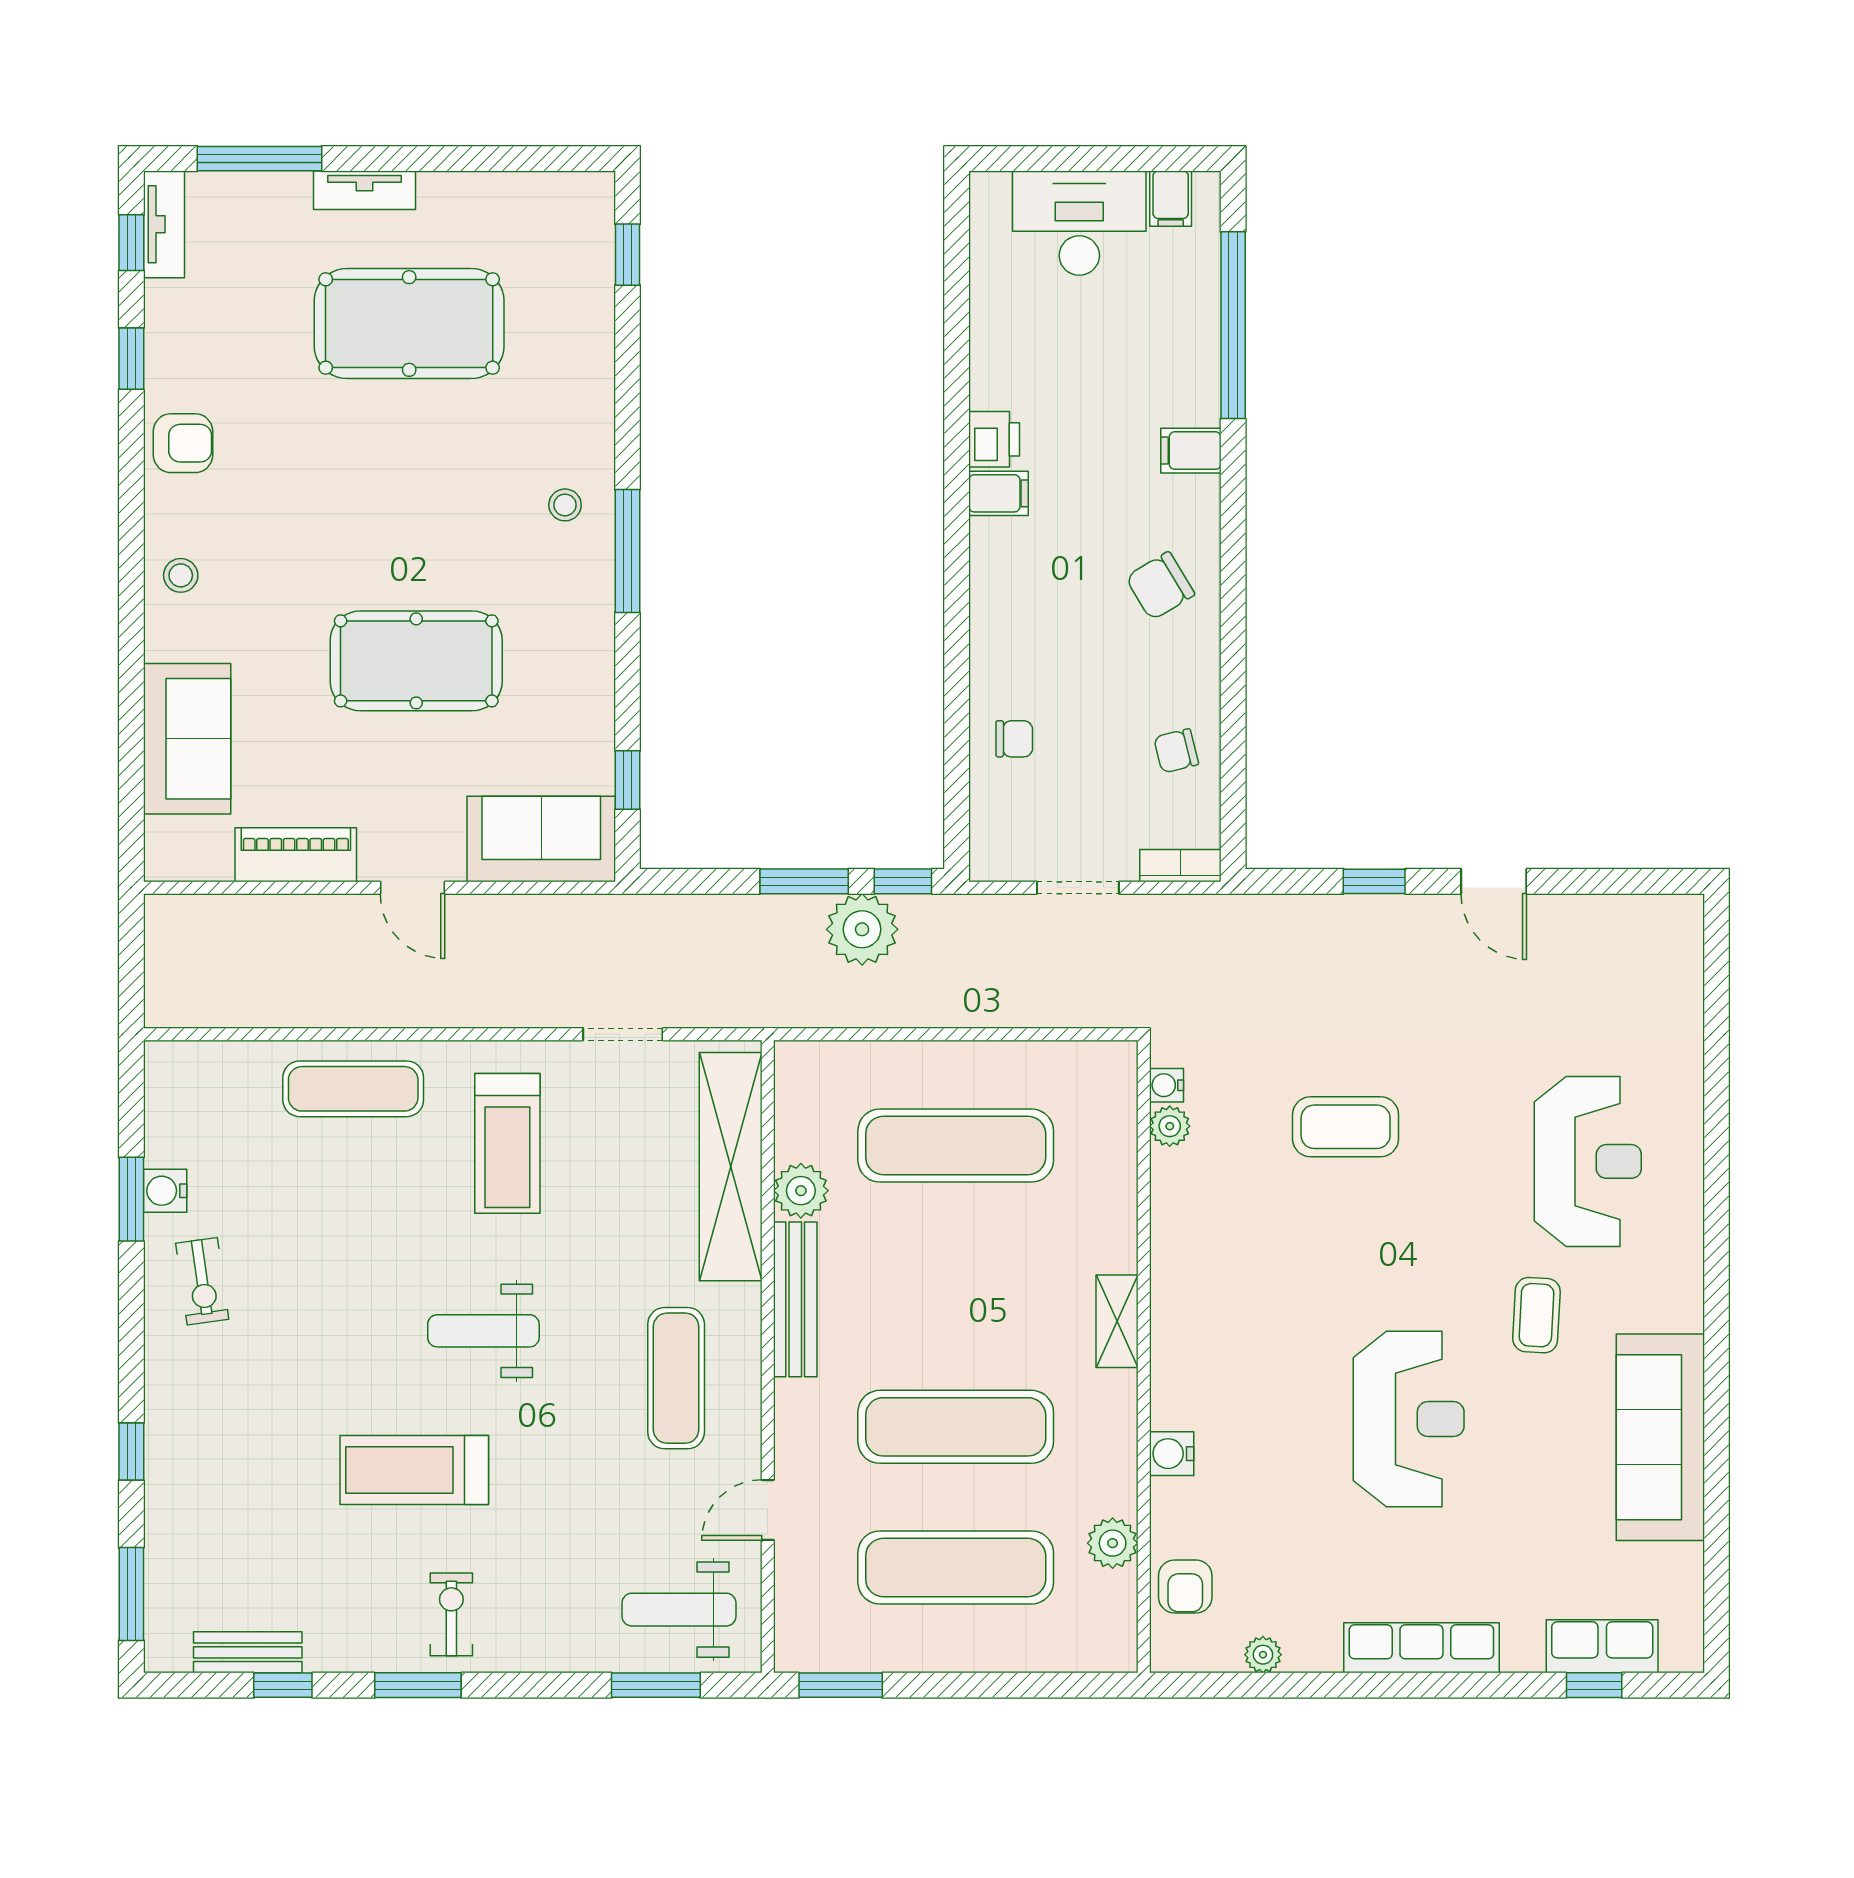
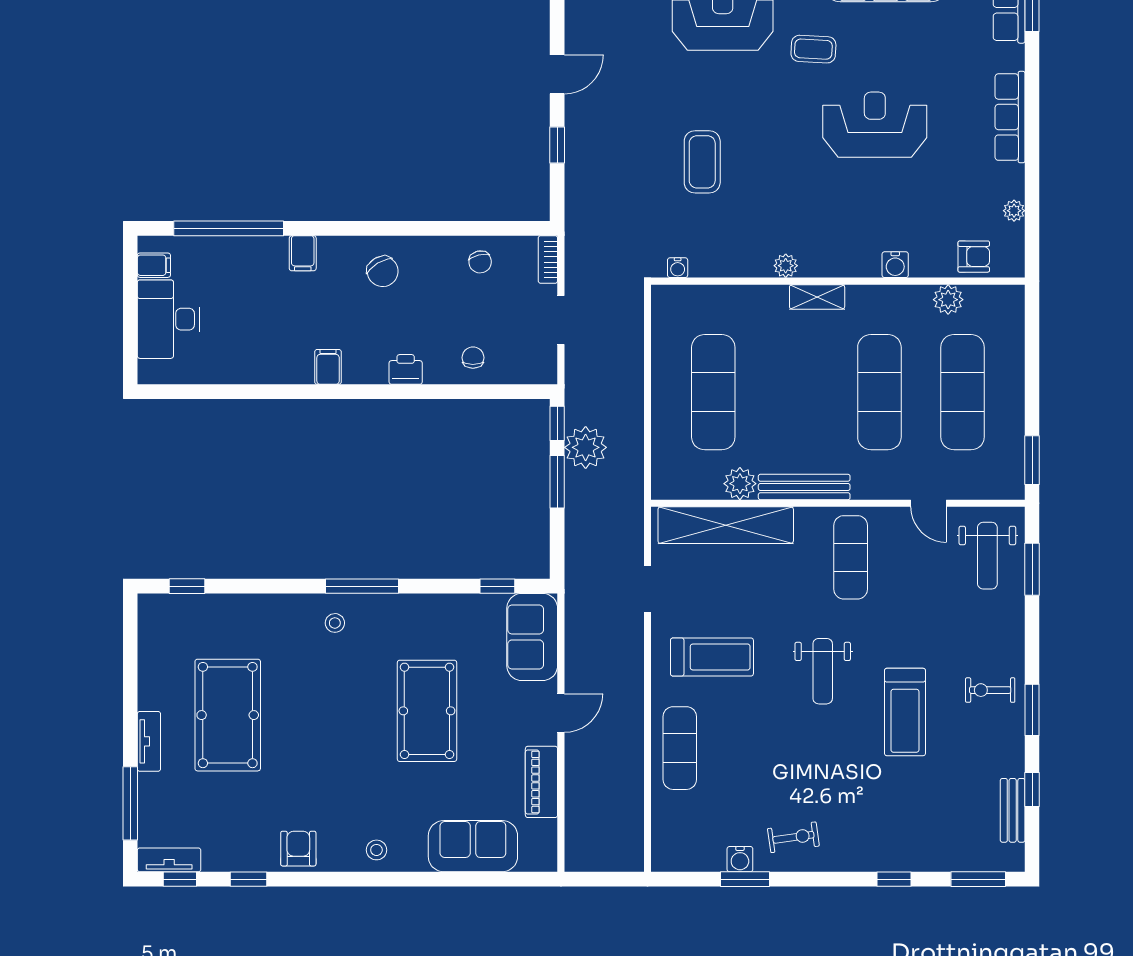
printer: (994, 439) -> (406, 369), moved
plant: (1170, 1126) -> (786, 266), moved
exercise mat: (676, 1378) -> (851, 557), turned 90

